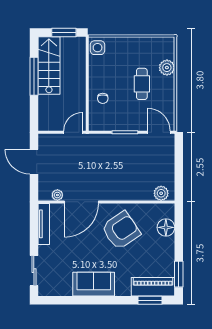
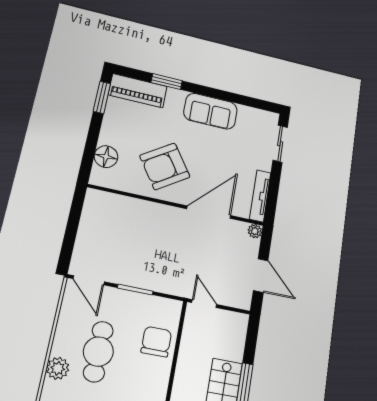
cafe table: (142, 84) -> (98, 352), width x1.37, depth x1.35
chair: (103, 98) -> (156, 342), width x1.87, depth x1.87
door: (73, 132) -> (204, 304), swing flipped
plant: (161, 193) -> (103, 200), removed
plant: (57, 195) -> (255, 231), moved
window: (150, 300) -> (167, 82), moved

